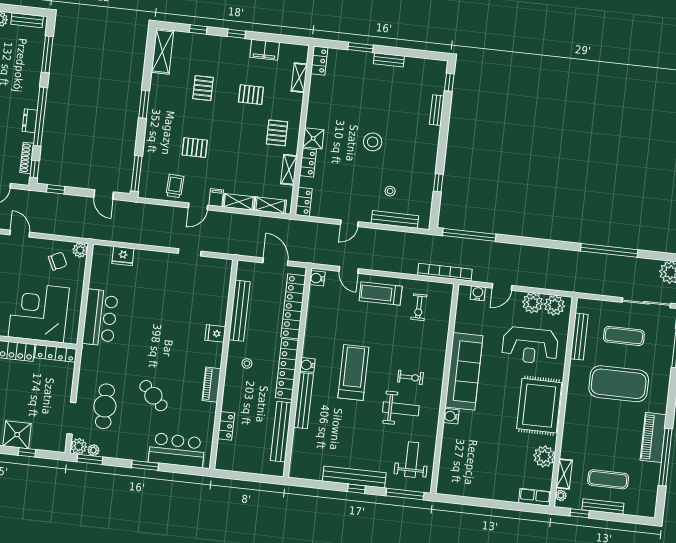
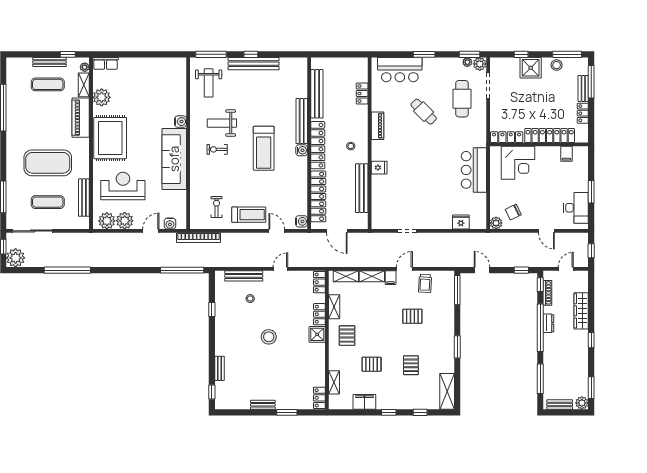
corner desk: (39, 312) -> (518, 163), width x0.74, depth x0.74
piano: (653, 437) -> (81, 118), moved, turned 180

